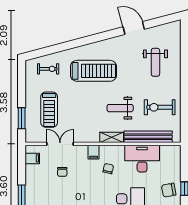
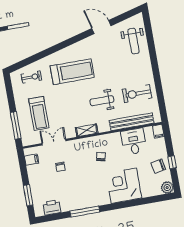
weight bench: (155, 62) -> (133, 41), moved
window: (22, 118) -> (16, 125), width x1.44
shelving: (112, 137) -> (87, 130), moved
filing cabinet: (94, 152) -> (158, 131), moved
desk: (142, 159) -> (134, 142), width x0.73

